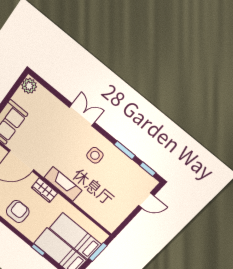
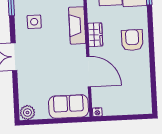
armchair: (18, 212) -> (132, 40), turned 90

